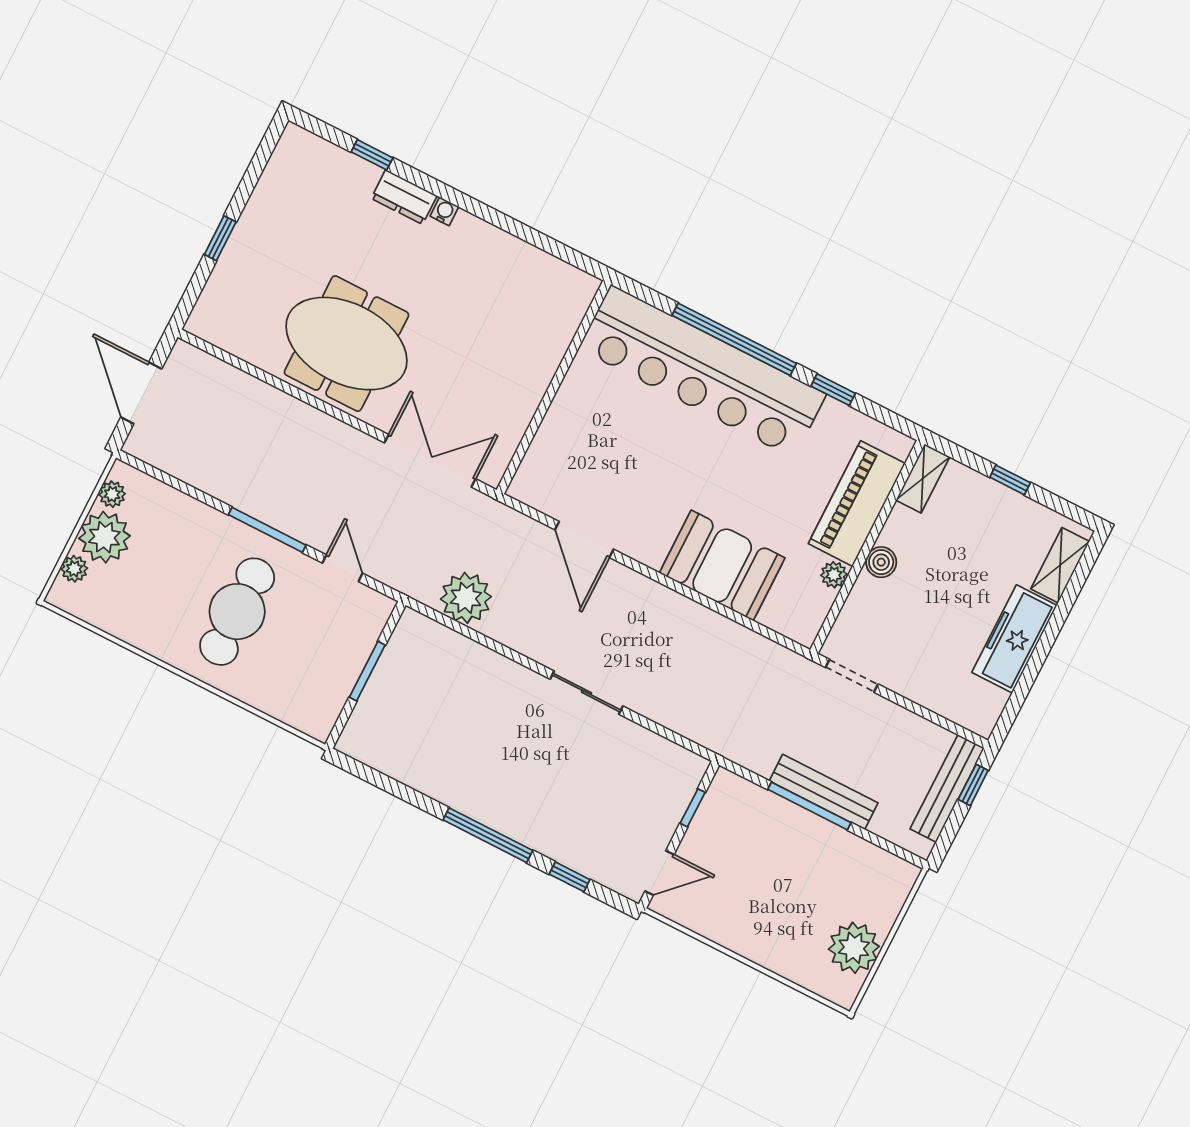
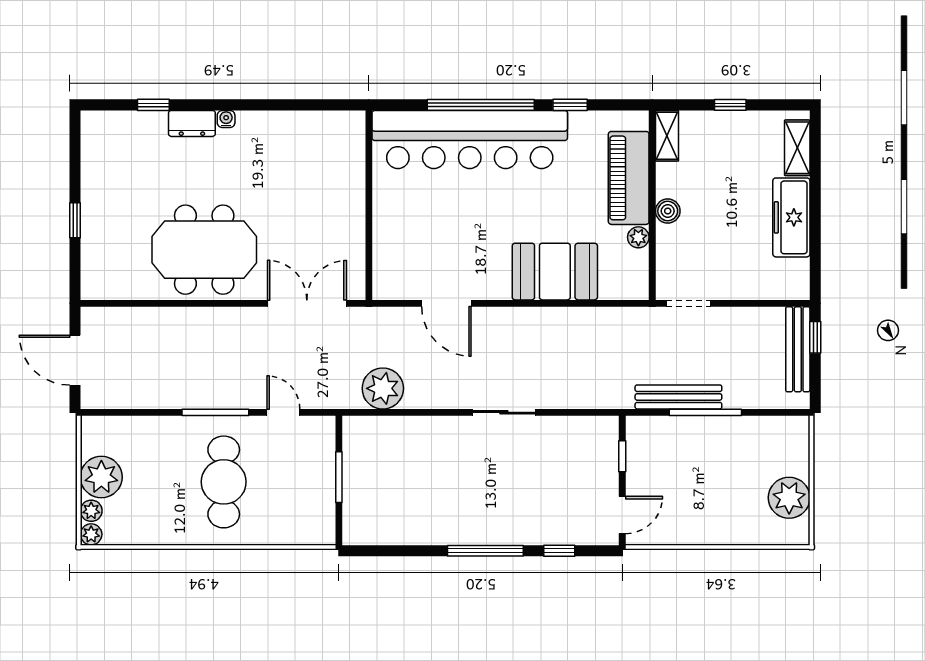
plant: (112, 494) -> (91, 534), moved
bench: (824, 792) -> (678, 397), moved

